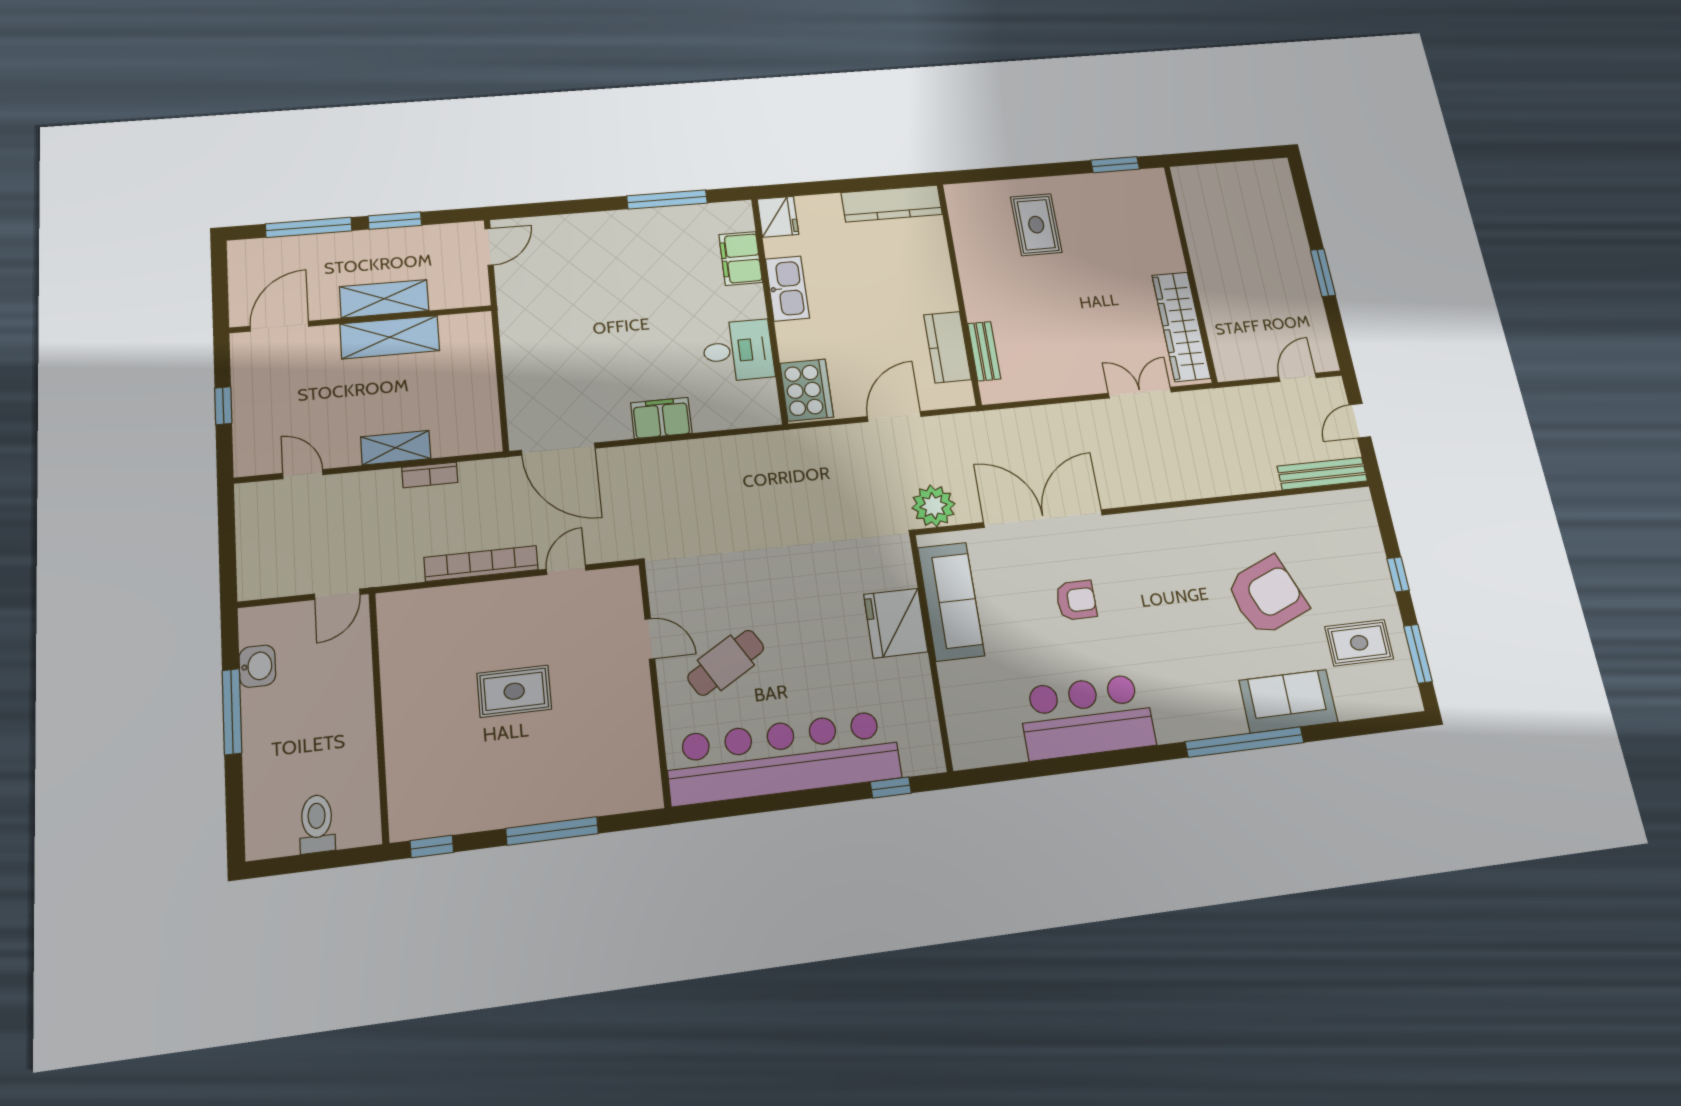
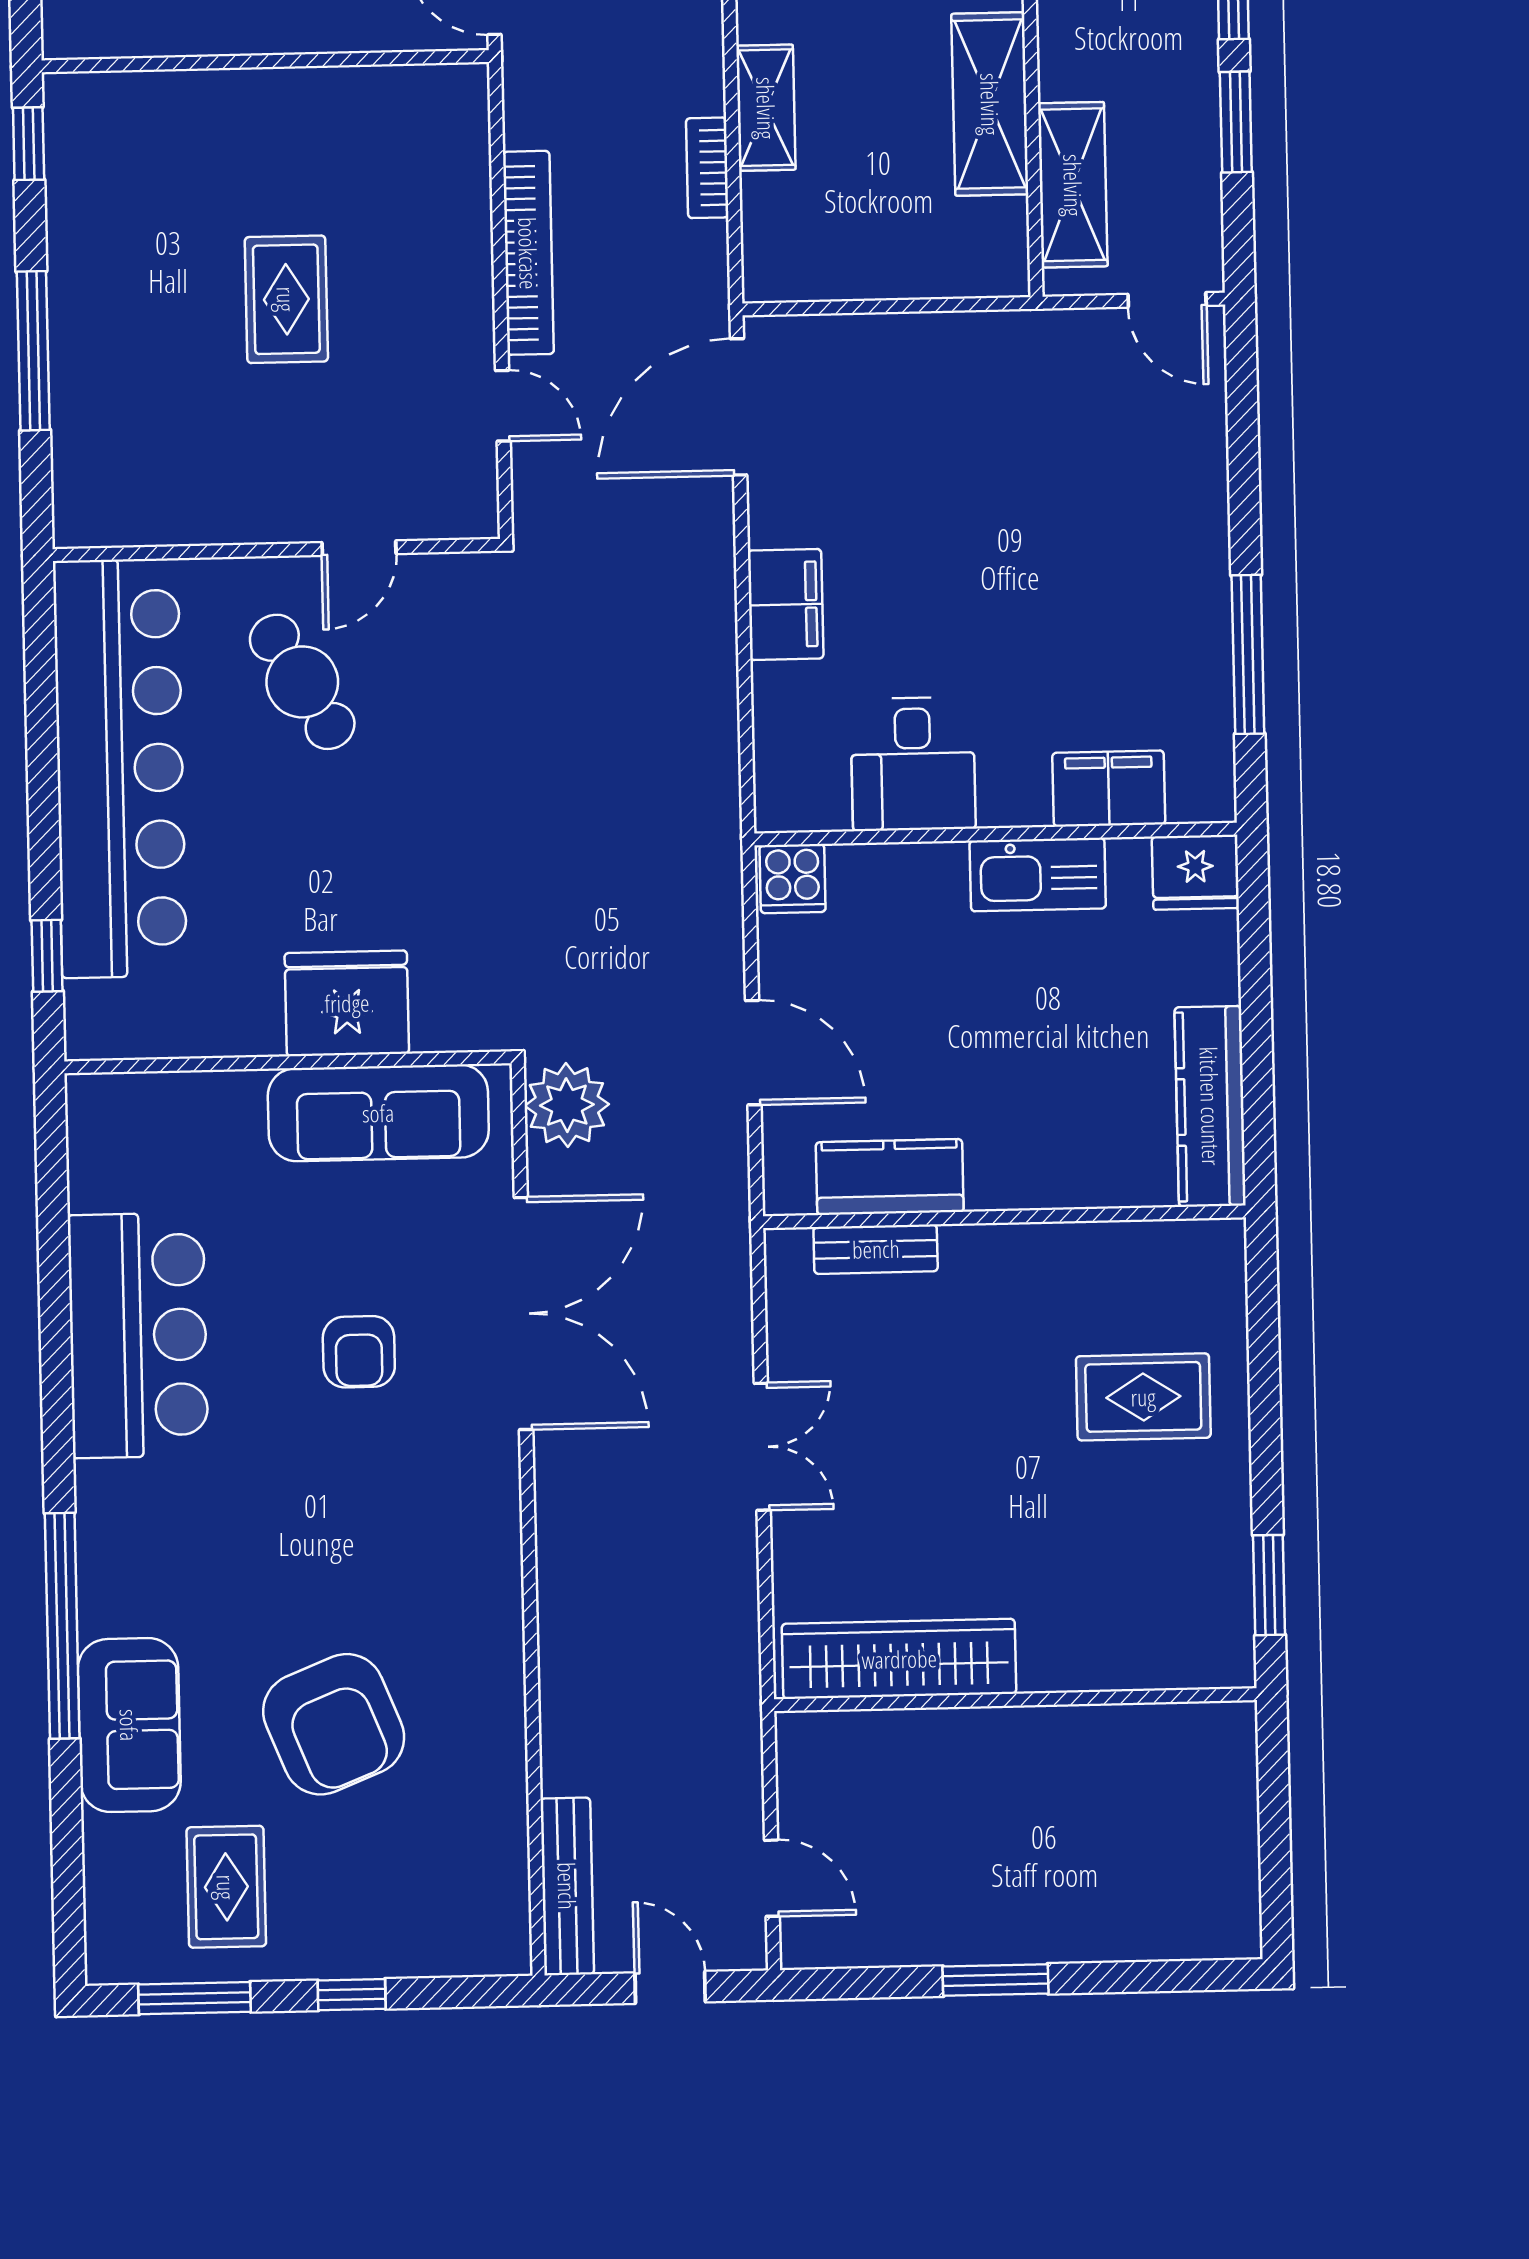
shelving: (384, 299) -> (1073, 185), moved
cooker: (807, 390) -> (793, 879), width x0.53, depth x0.76
double door: (1140, 393) -> (762, 1447), moved

